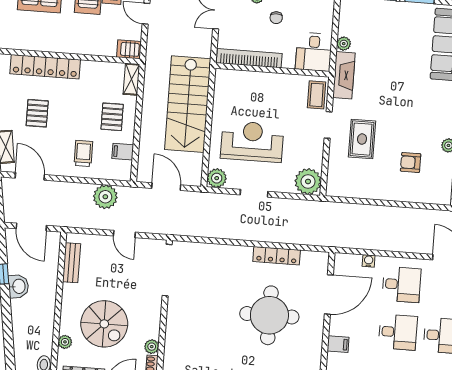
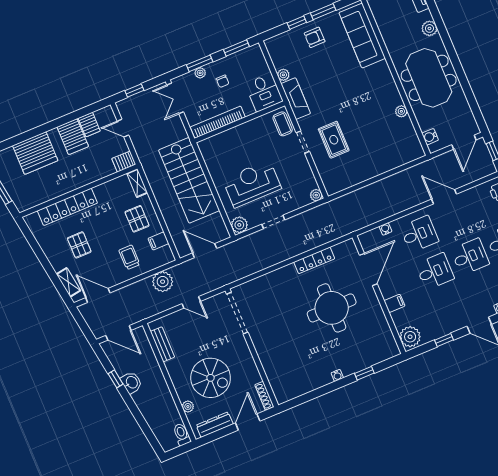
armchair: (411, 162) -> (315, 37), moved
plant: (308, 181) -> (316, 195), width x0.53, depth x0.53
plant: (152, 347) -> (255, 377), removed

